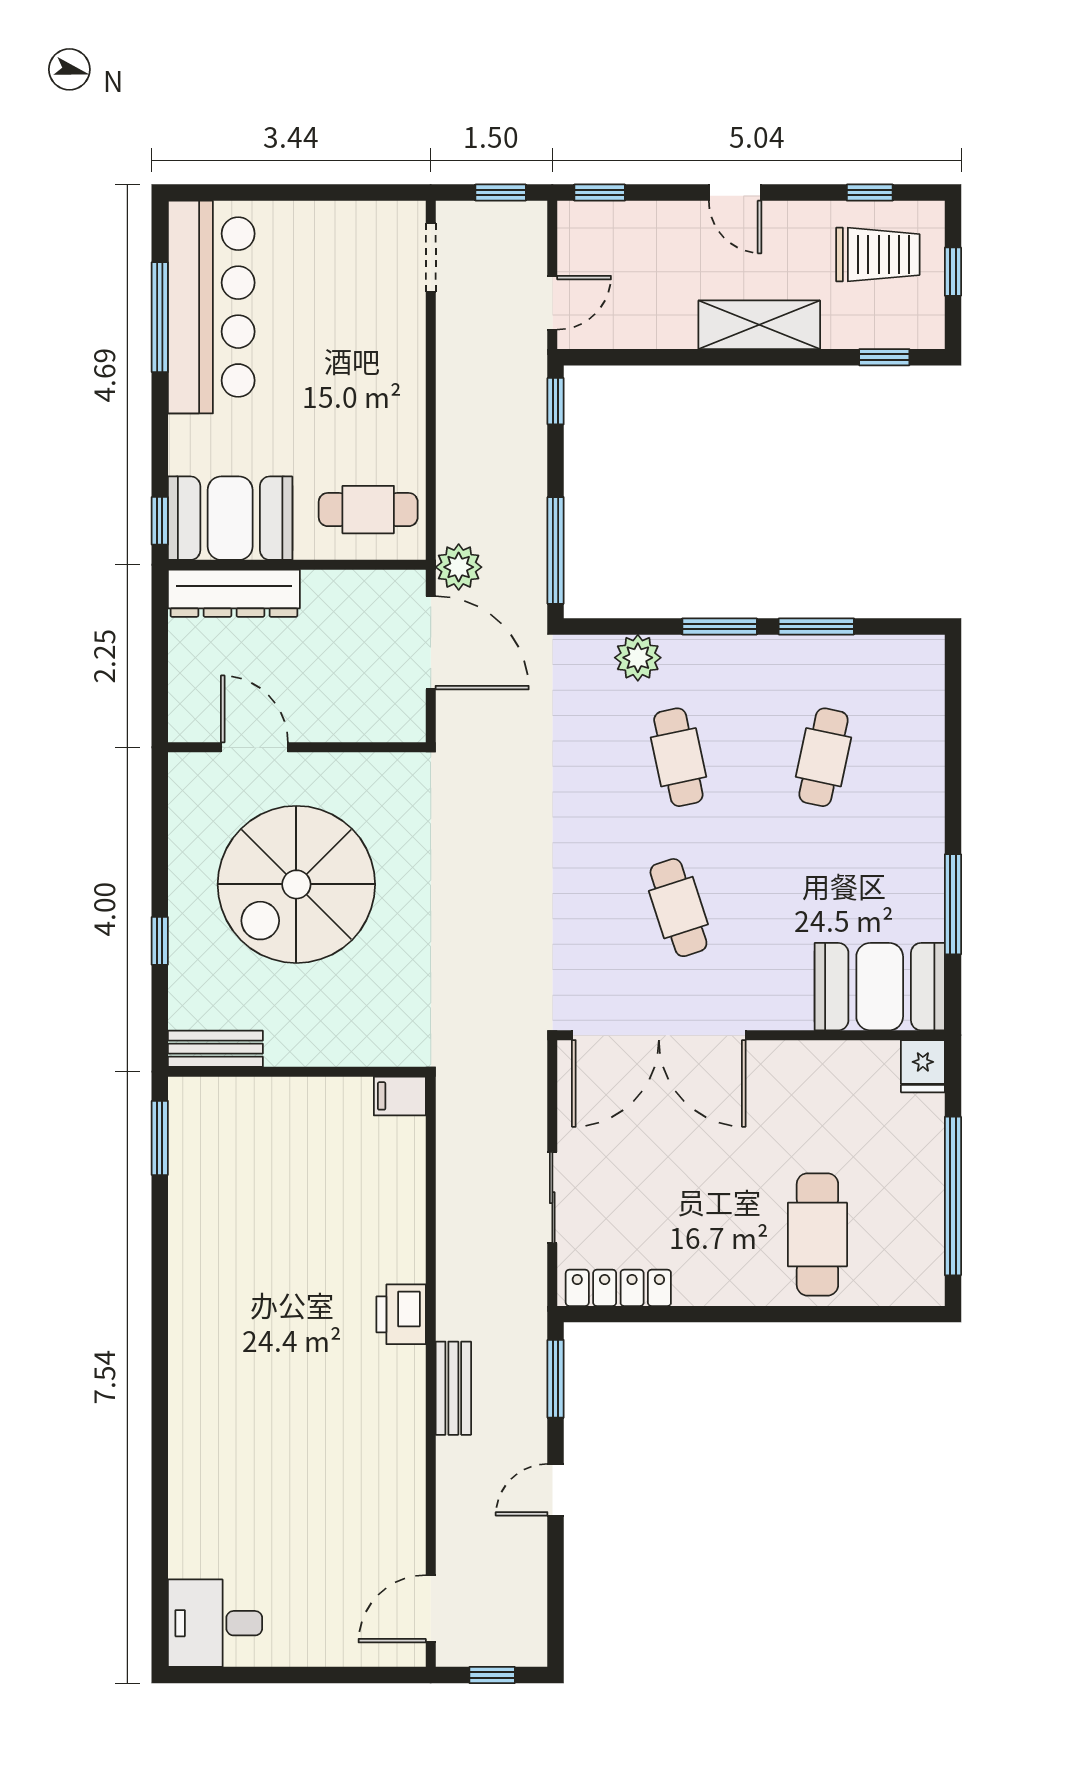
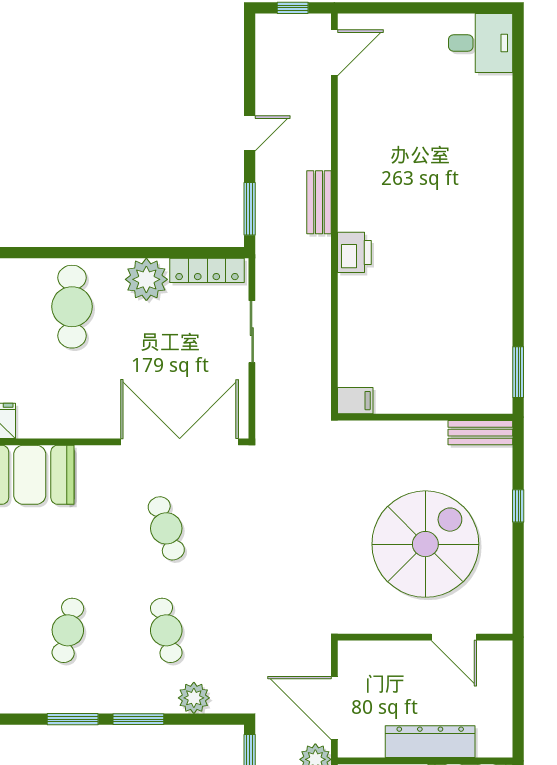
dresser: (234, 593) -> (430, 742), moved
plant: (708, 1275) -> (146, 279), added

